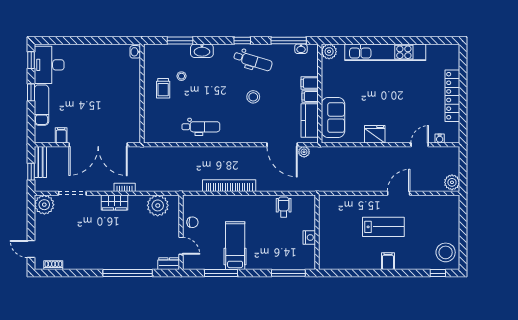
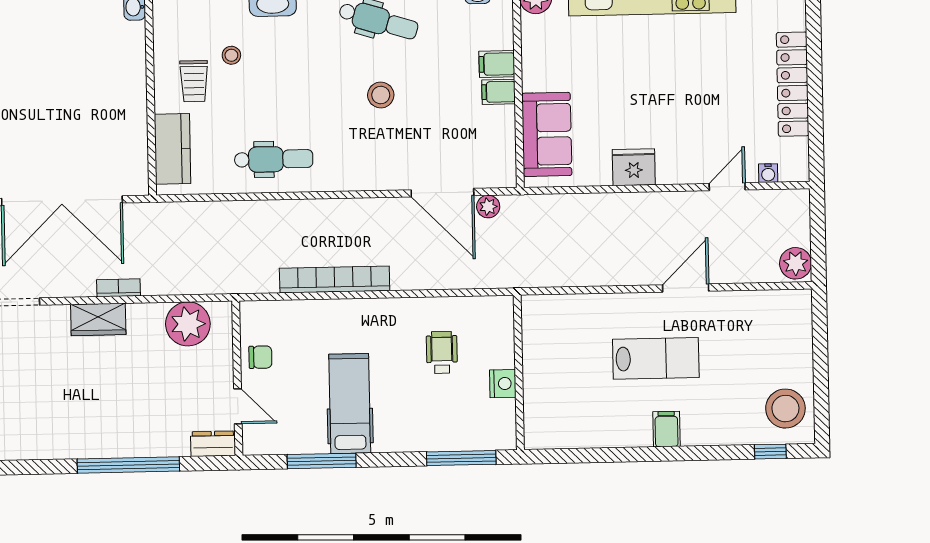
kitchen counter: (310, 121) -> (172, 149), moved, turned 180
wheelchair: (284, 207) -> (442, 352), moved

